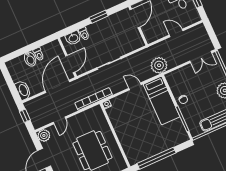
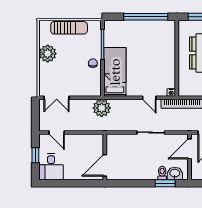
window: (99, 17) -> (165, 183), moved
door: (176, 33) -> (57, 132), moved
double door: (201, 57) -> (57, 98), swing flipped
door: (135, 86) -> (149, 98), moved

